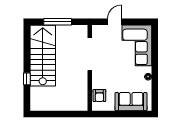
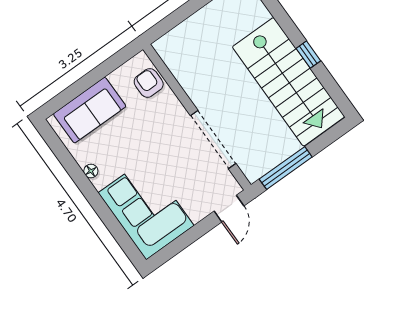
window: (58, 22) -> (286, 168), moved
door: (115, 22) -> (229, 209), moved
window: (27, 79) -> (308, 55), moved

